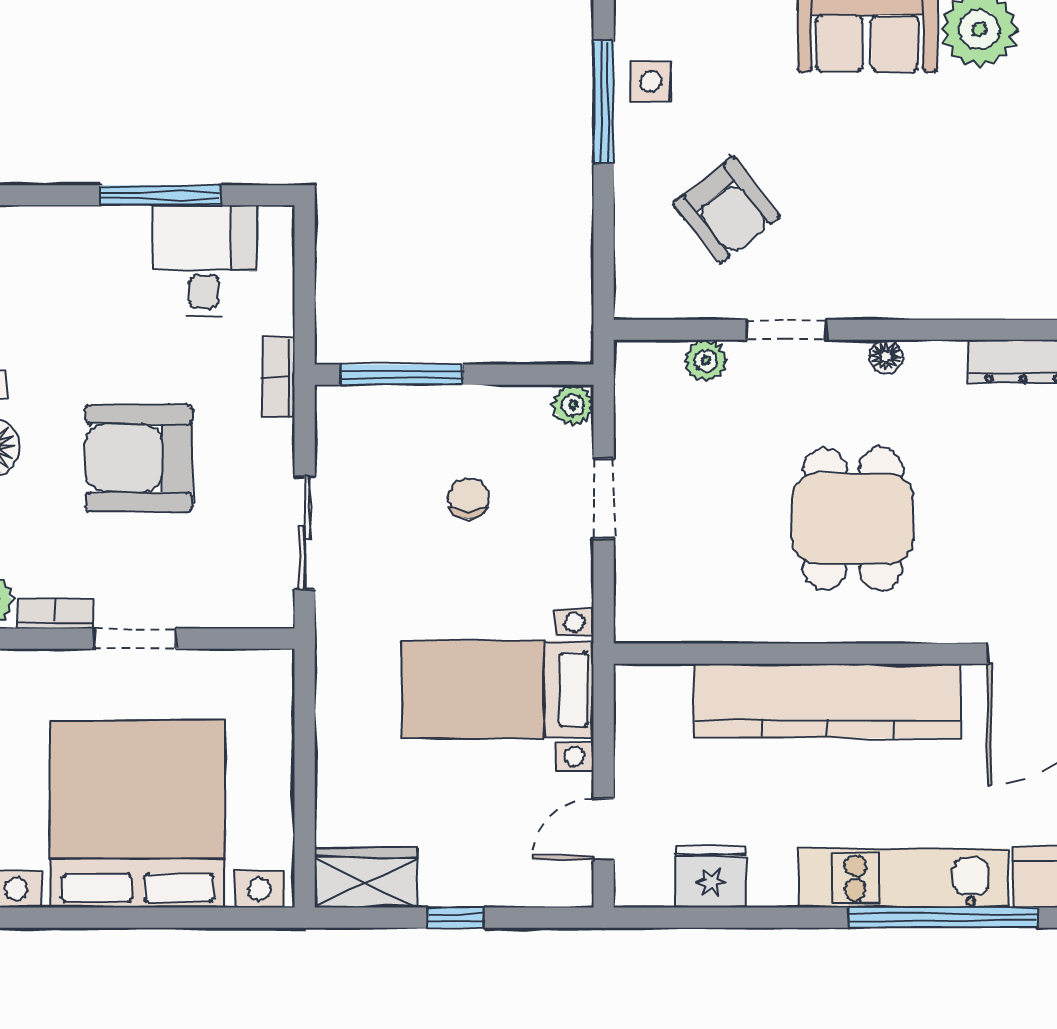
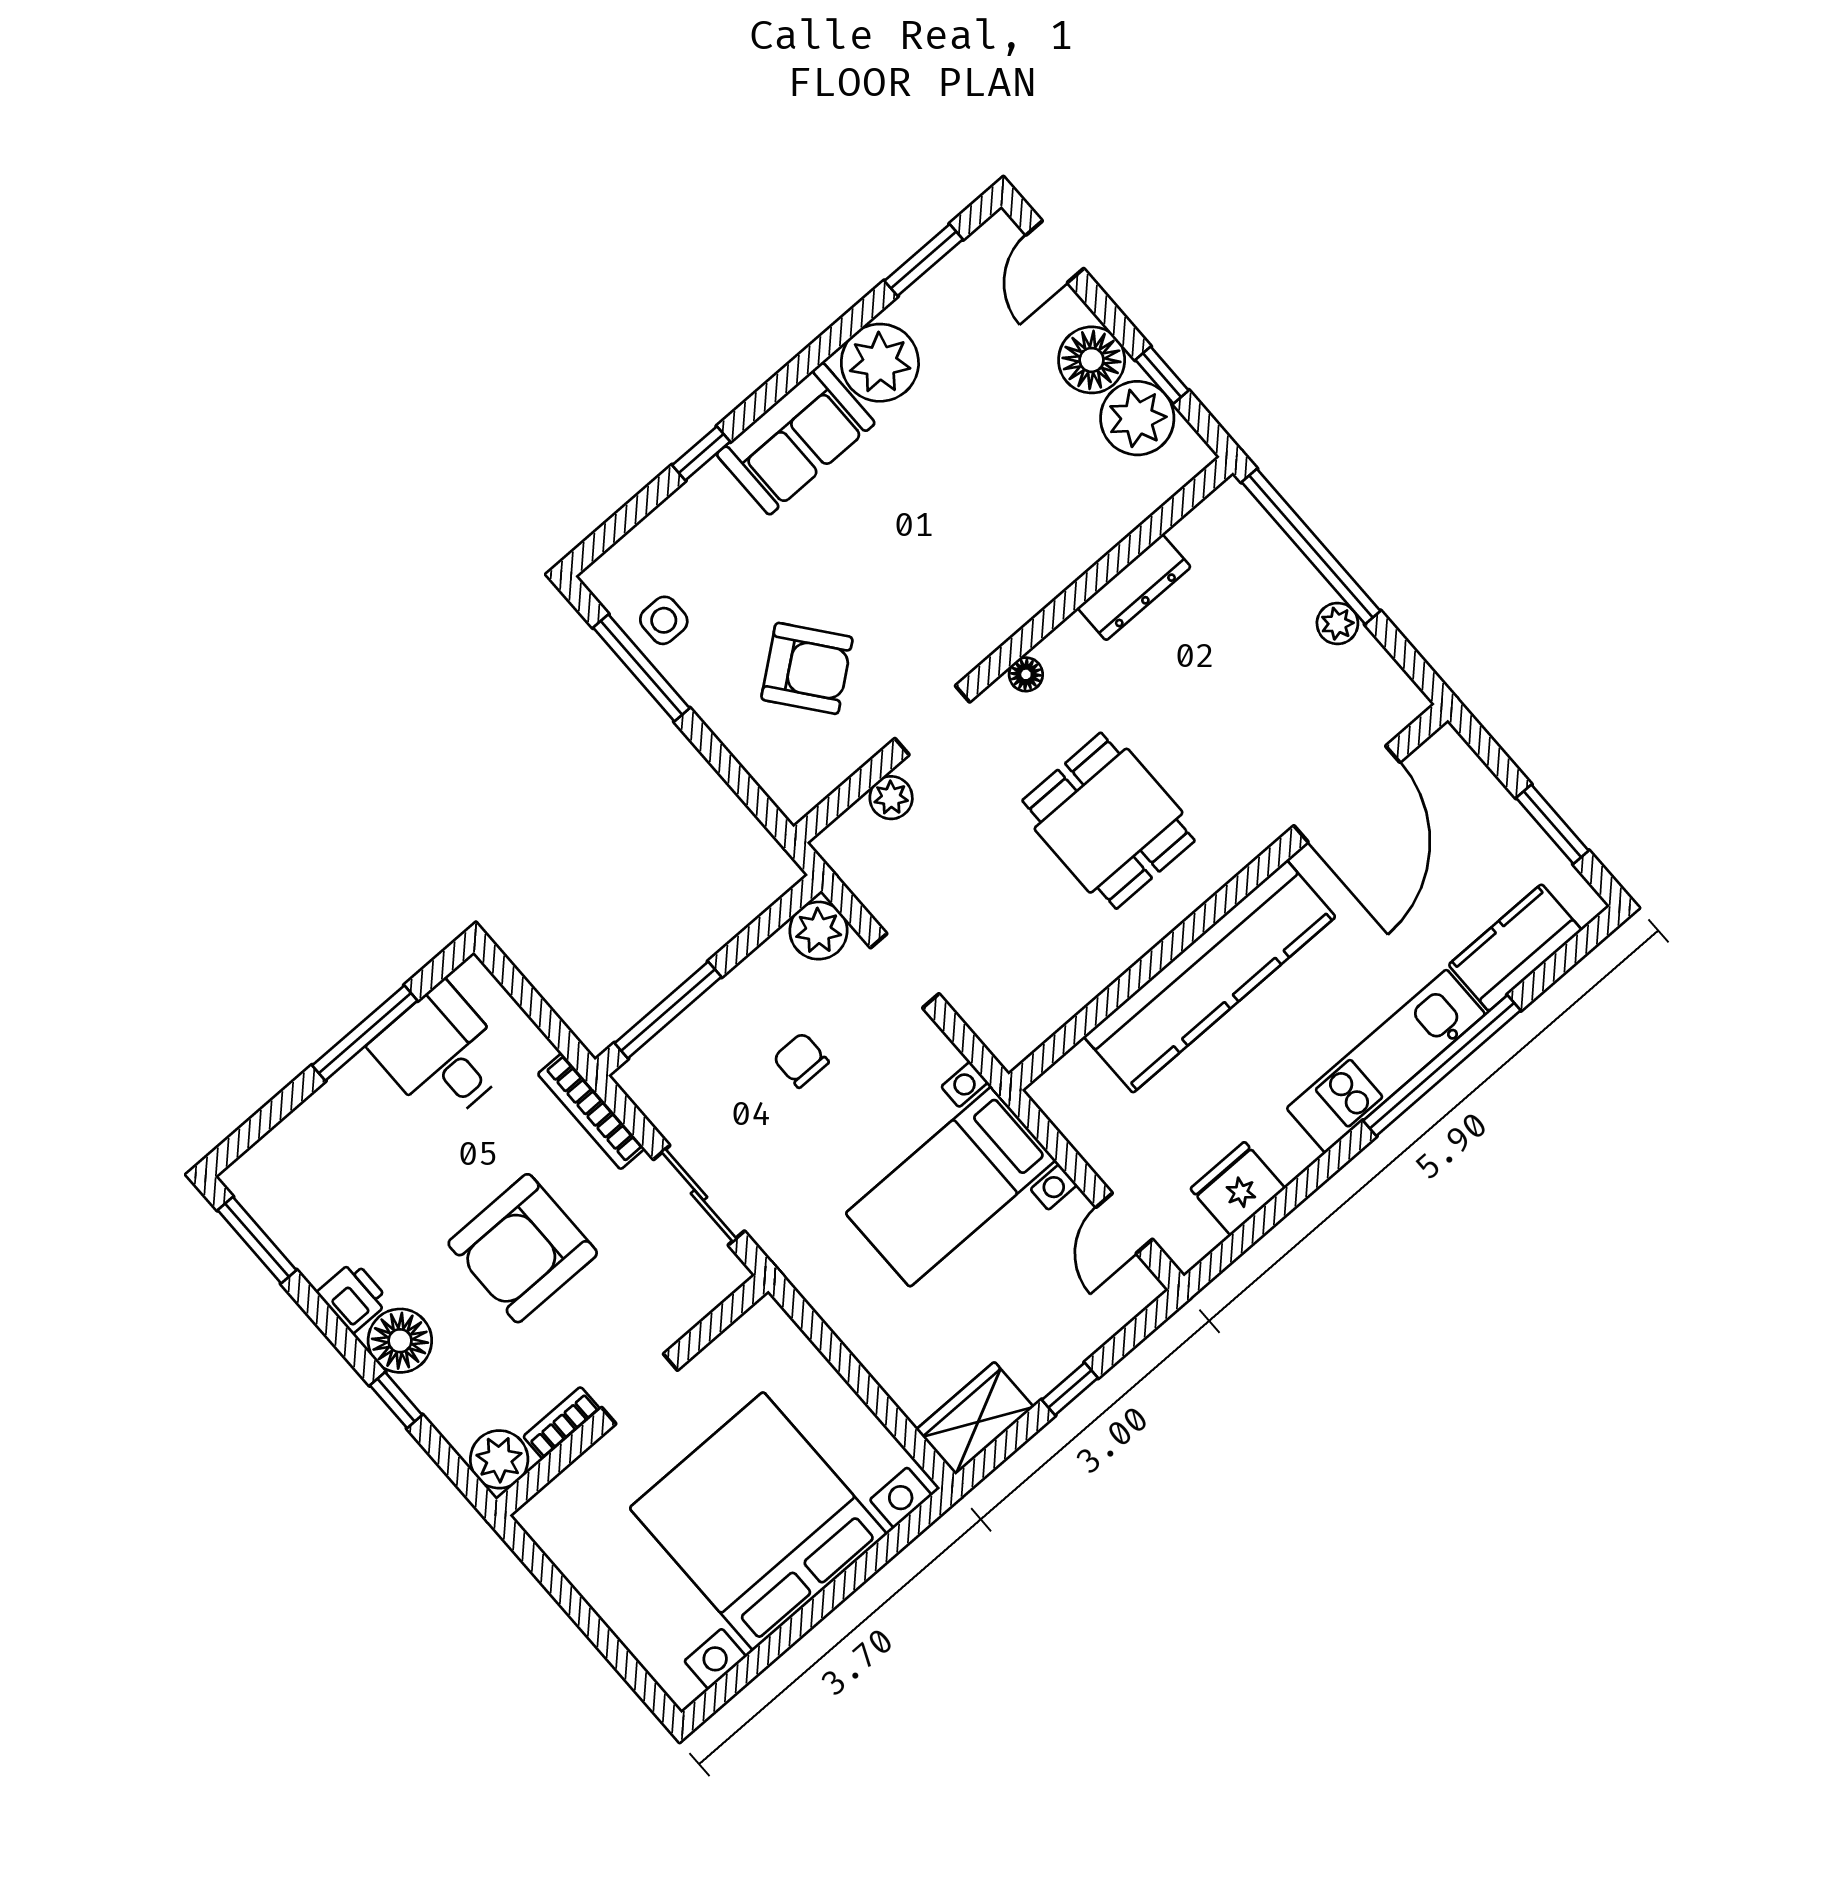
bookcase: (279, 378) -> (591, 1111), width x1.56
plant: (573, 405) -> (818, 931), width x1.38, depth x1.38

